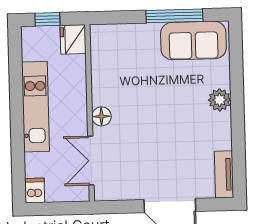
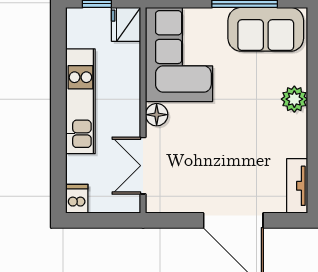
corner sofa: (119, 64) -> (179, 55), added

